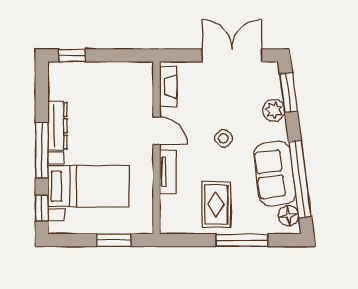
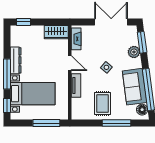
wardrobe: (132, 74) -> (56, 32), added
window: (114, 240) -> (46, 123), width x1.44

